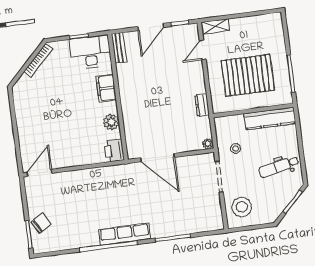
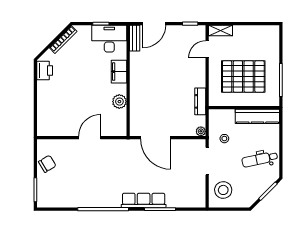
door: (151, 27) -> (154, 24), moved
dresser: (202, 105) -> (200, 101), width x1.44
printer: (114, 151) -> (45, 71), moved, turned 180
door: (40, 173) -> (90, 138), moved
chair: (41, 223) -> (47, 164), moved
row of seats: (125, 234) -> (144, 200), moved

